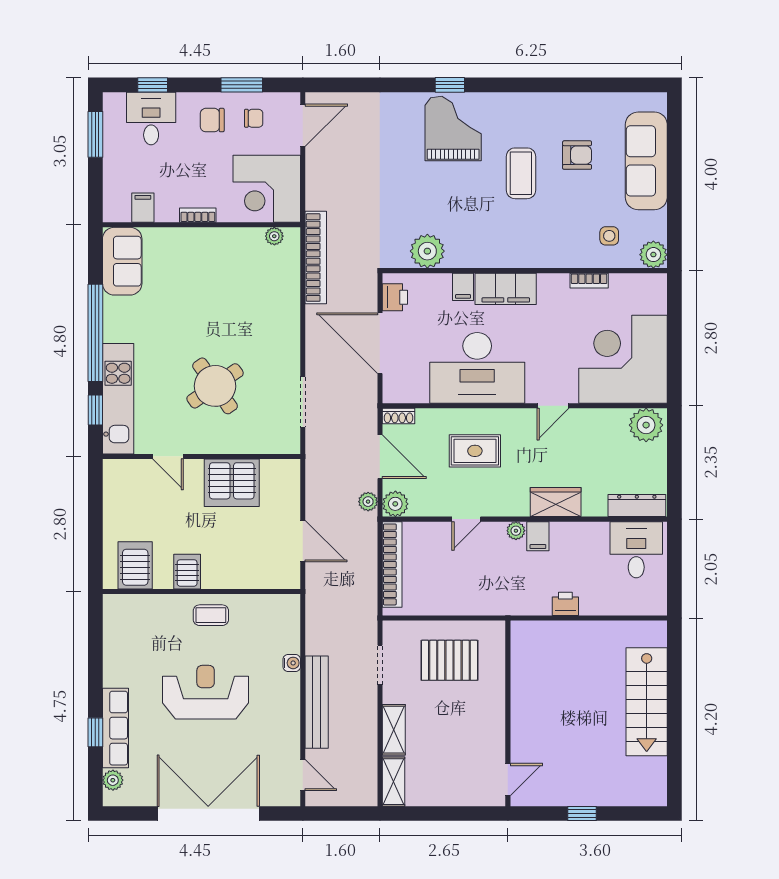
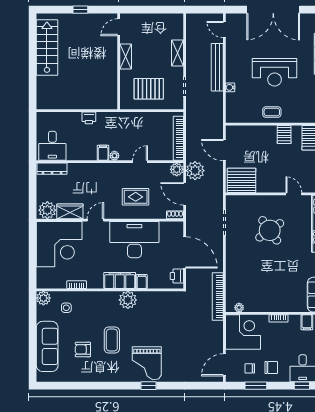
plant: (427, 251) -> (128, 300), moved
server rack: (232, 483) -> (242, 180), moved
plant: (368, 502) -> (195, 171), width x1.87, depth x1.87
wardrobe: (556, 502) -> (70, 211), moved, turned 180
stairs: (647, 702) -> (47, 48), moved
shelving: (394, 782) -> (126, 56), moved

